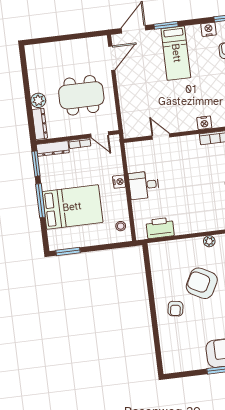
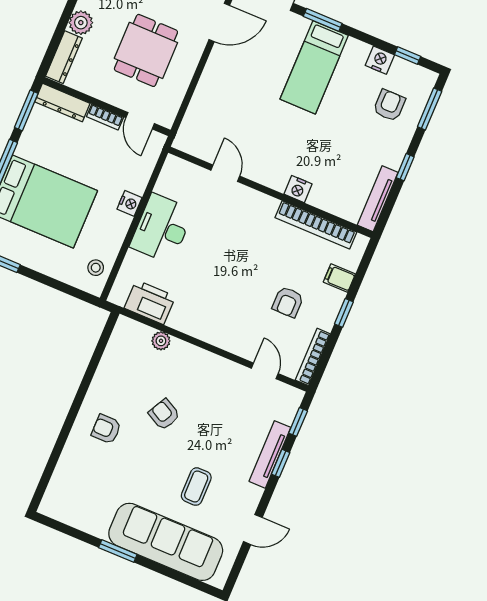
dining table: (81, 95) -> (146, 50), width x0.73
desk: (144, 185) -> (162, 228), width x1.37
plant: (209, 241) -> (161, 341), moved
armchair: (202, 283) -> (164, 414), width x0.53, depth x0.53
armchair: (175, 309) -> (106, 429), turned 81

